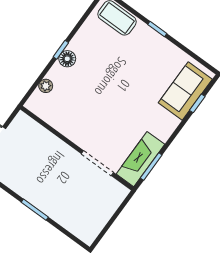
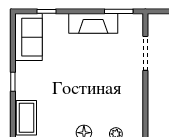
sofa: (185, 91) -> (28, 37), moved, turned -90
fireplace: (140, 159) -> (93, 23), moved

